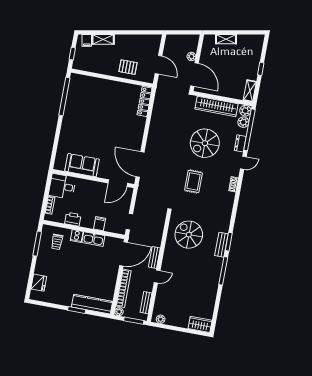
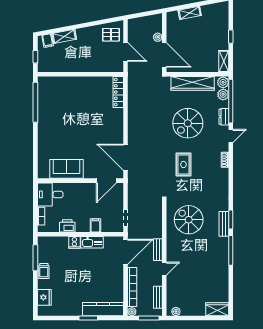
pallet: (128, 67) -> (111, 35), moved
trolley: (57, 242) -> (44, 271), moved

